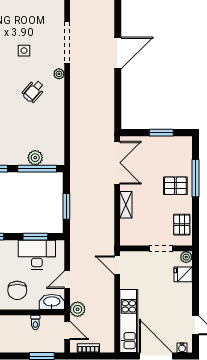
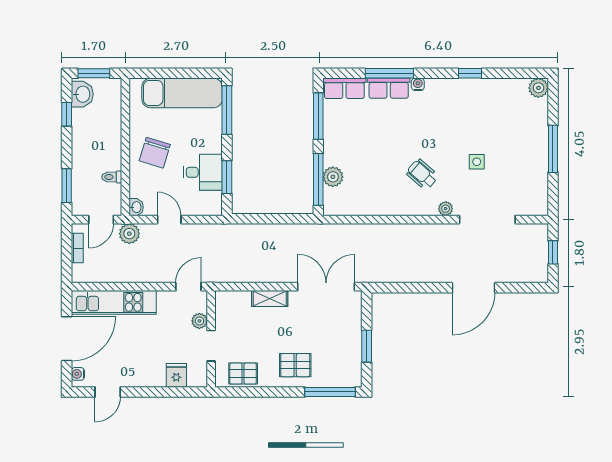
door: (118, 53) -> (473, 288), hinge flipped
double door: (117, 163) -> (326, 287), swing flipped
window: (195, 178) -> (330, 392), moved
pallet: (175, 186) -> (295, 365), turned 90
window: (66, 206) -> (268, 219), removed
desk: (37, 255) -> (203, 172), width x0.73
plant: (186, 257) -> (199, 321), moved
chair: (17, 290) -> (155, 153), turned -73
washbasin: (52, 302) -> (136, 207), width x0.52, depth x0.69

